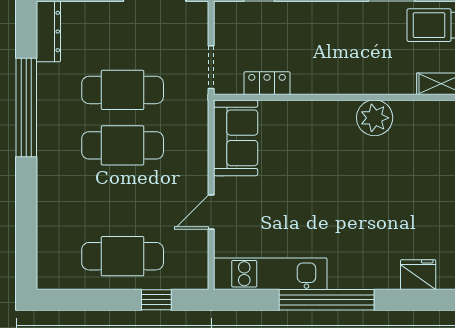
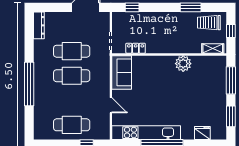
window: (26, 107) -> (29, 84), moved
door: (211, 212) -> (111, 105), swing flipped
kitchen unit: (270, 274) -> (146, 133), width x1.36

